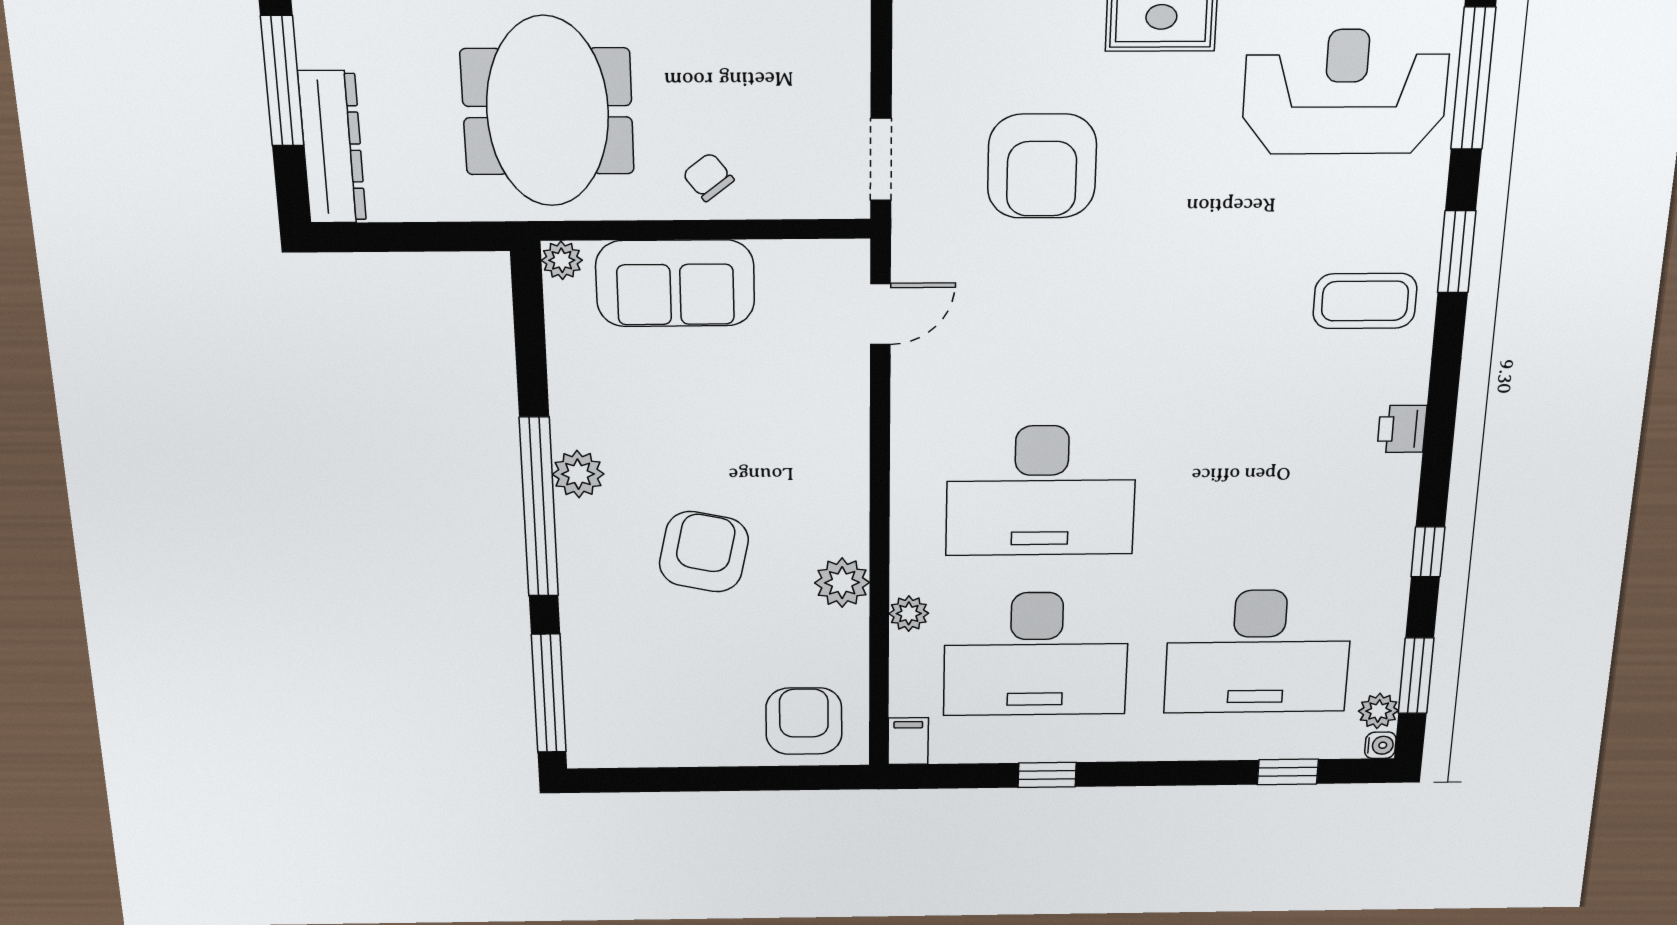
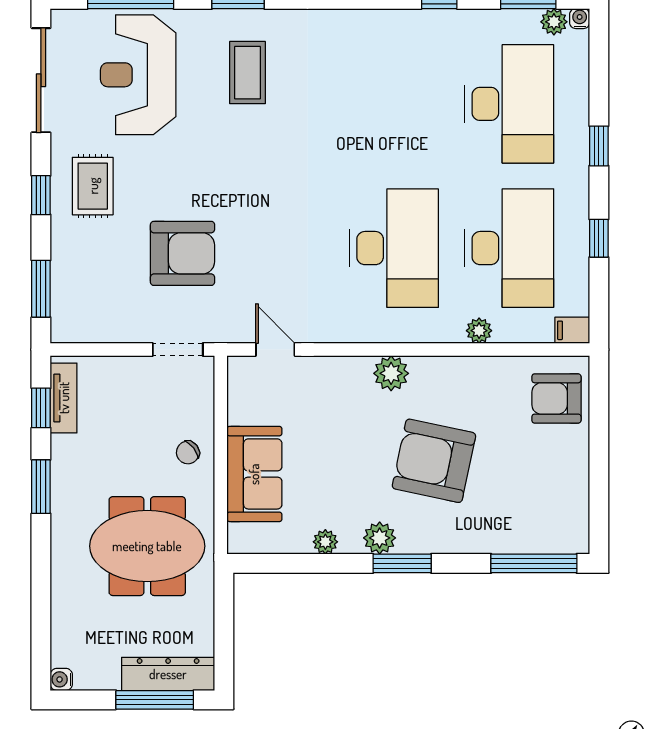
window: (282, 81) -> (155, 700), moved
plant: (562, 260) -> (325, 542), moved
coffee table: (1365, 301) -> (247, 73), moved
printer: (1402, 429) -> (354, 23), removed
window: (539, 507) -> (402, 563), width x0.47
armchair: (704, 552) -> (434, 461), width x1.36, depth x1.36
plant: (842, 583) -> (391, 373), moved
window: (1288, 772) -> (599, 146), moved

